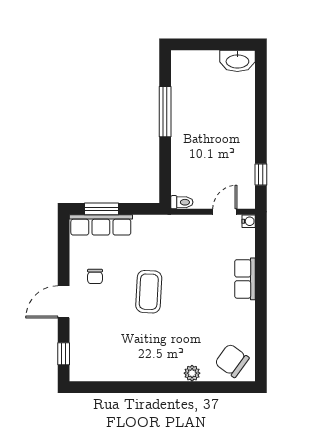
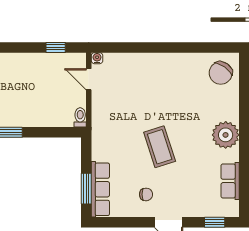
row of seats: (245, 279) -> (230, 181), moved, turned 90
coffee table: (149, 292) -> (160, 147), turned 69
plant: (192, 373) -> (226, 135), moved, width x1.87, depth x1.87

